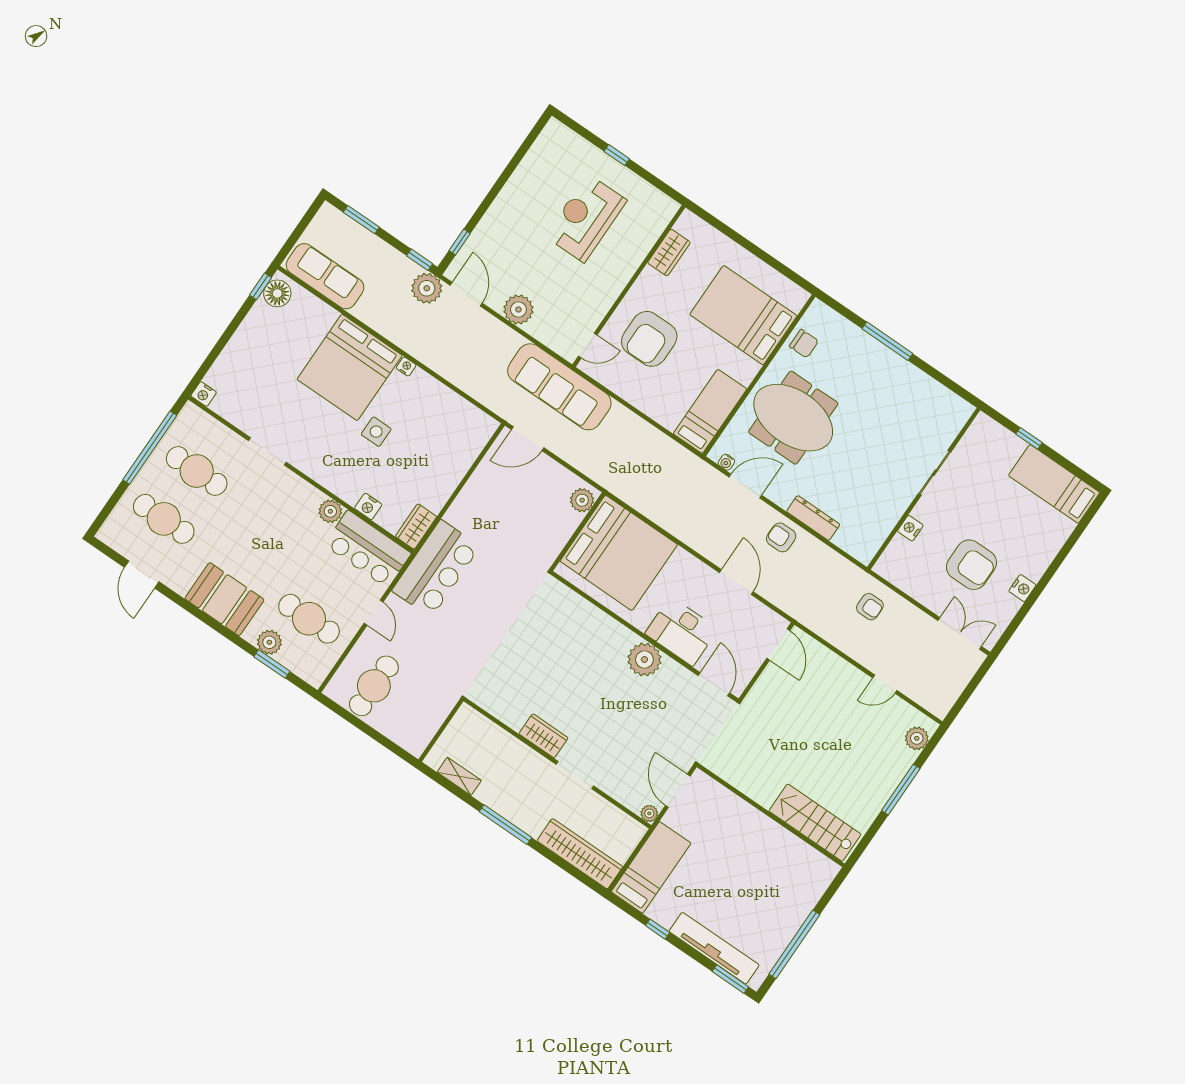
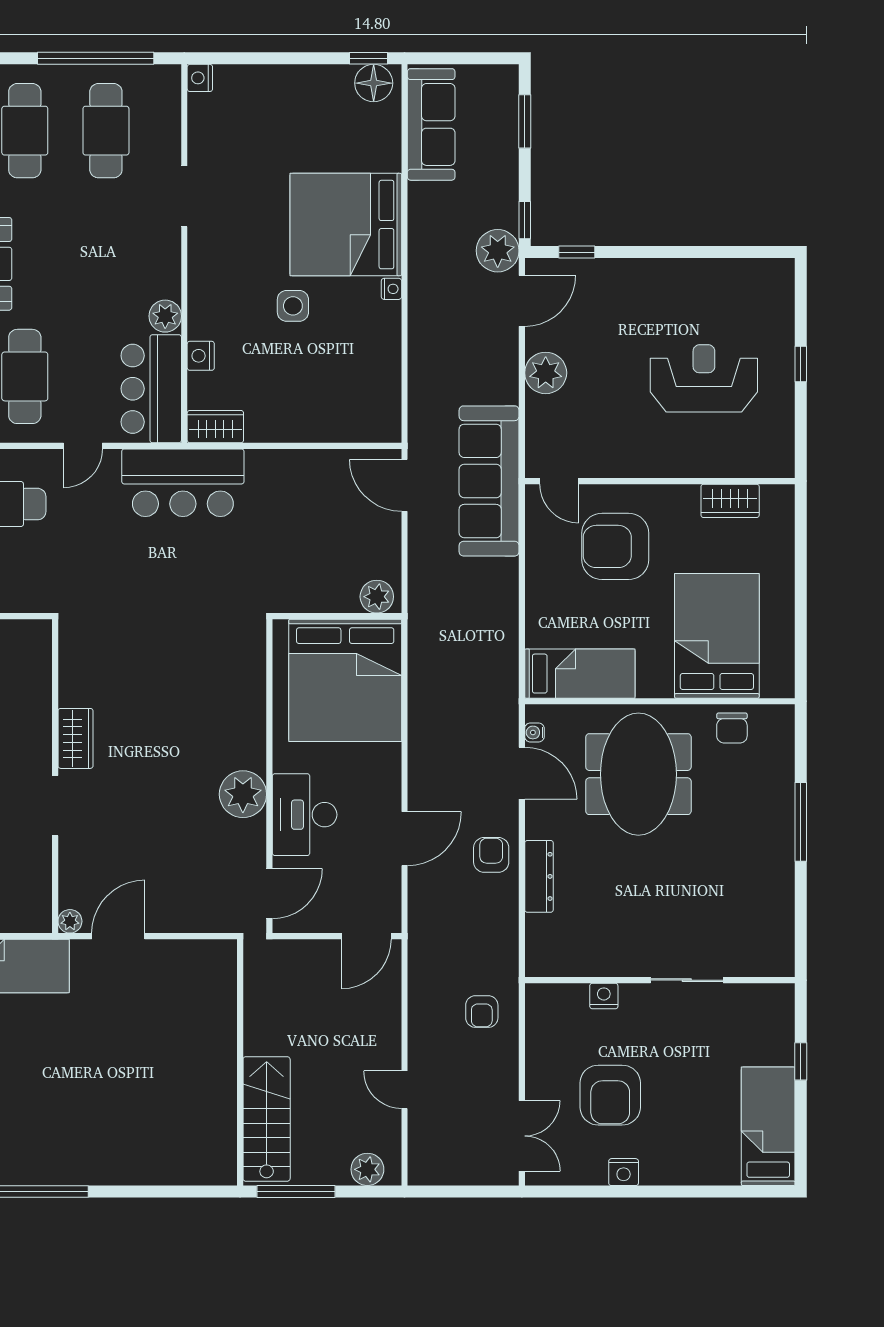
wall: (771, 815) -> (240, 1062), moved
stairs: (815, 823) -> (267, 1119), moved

